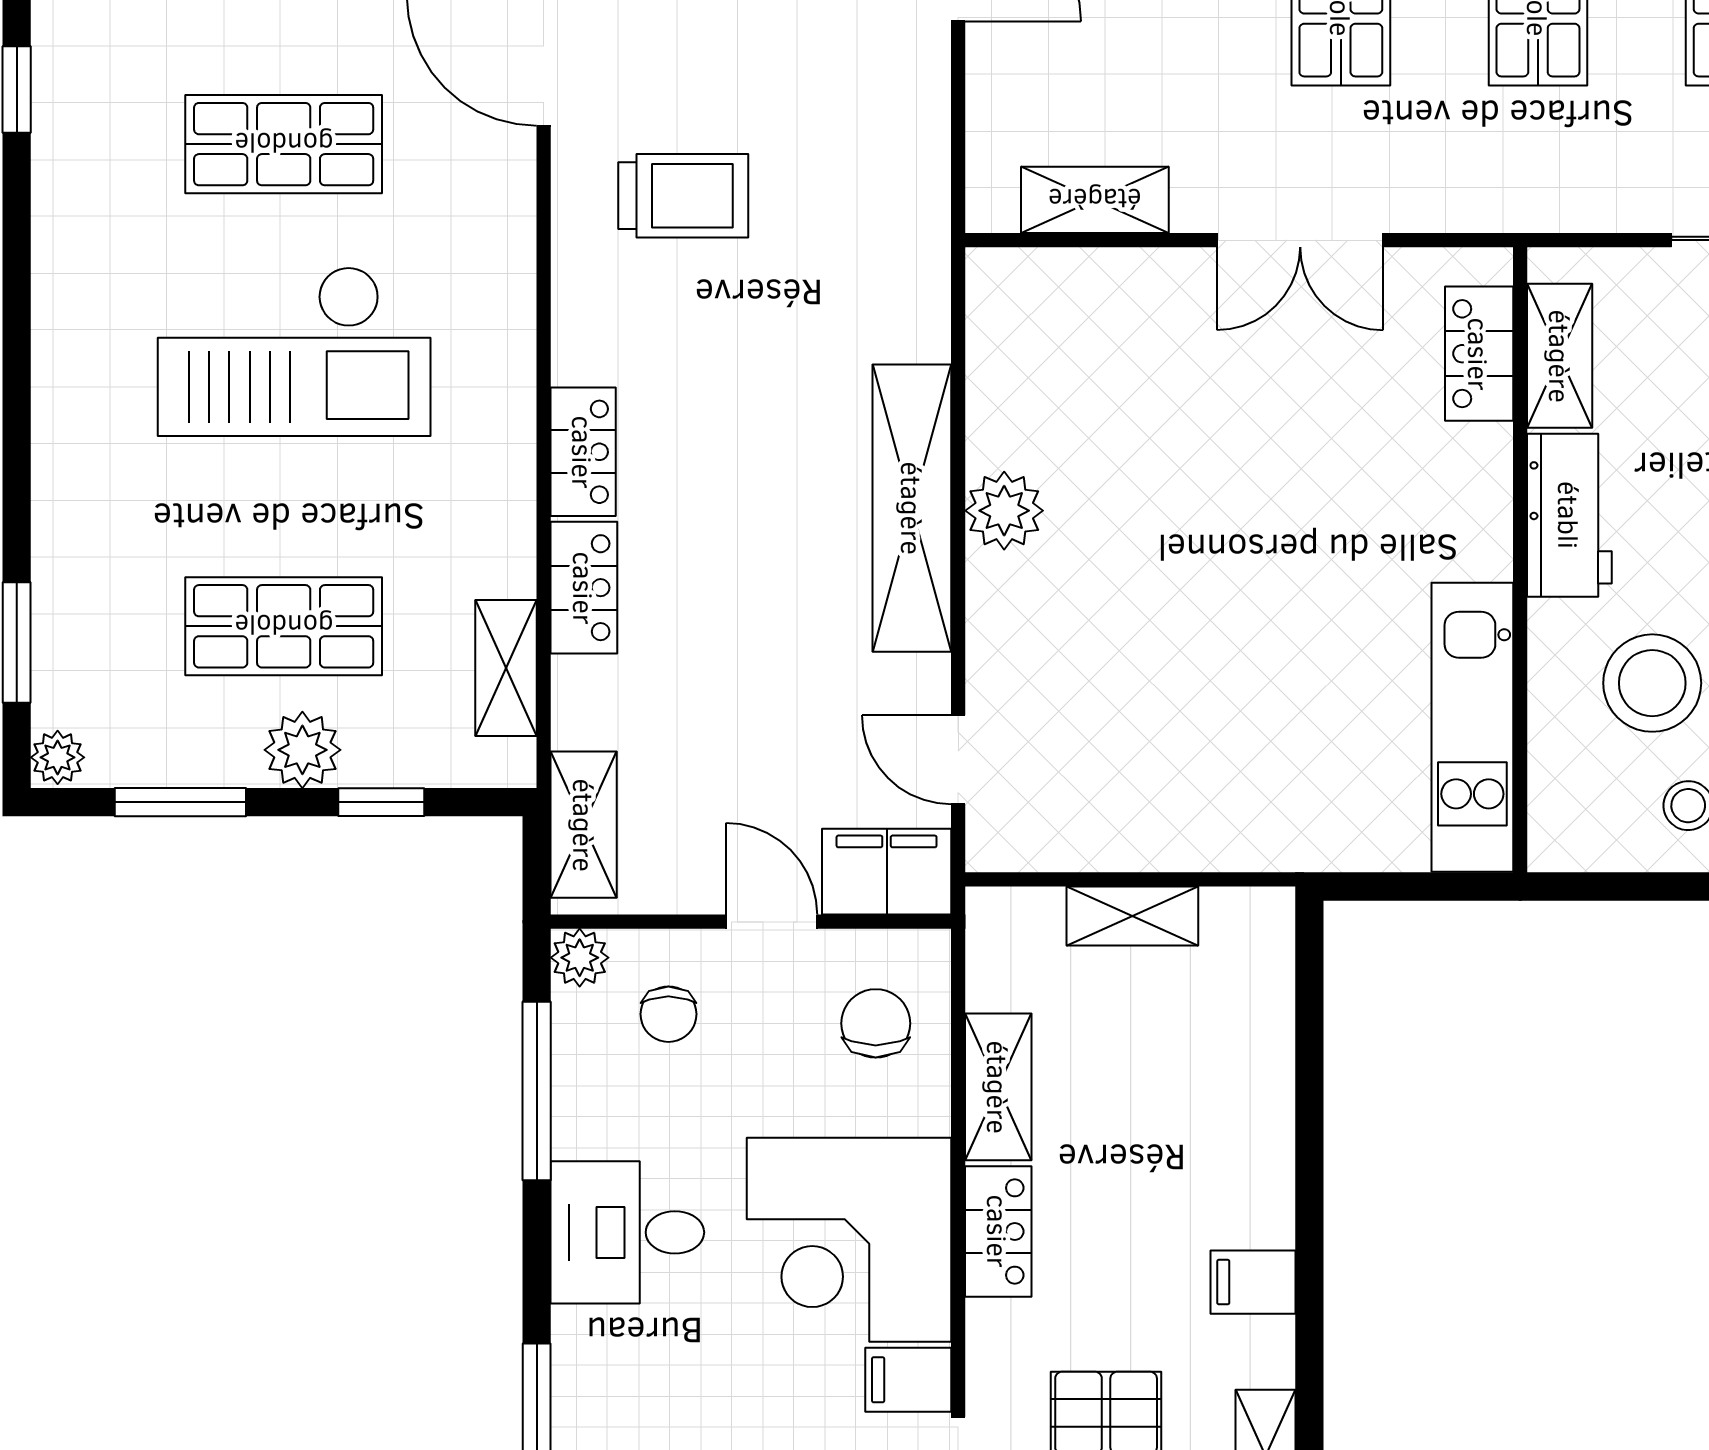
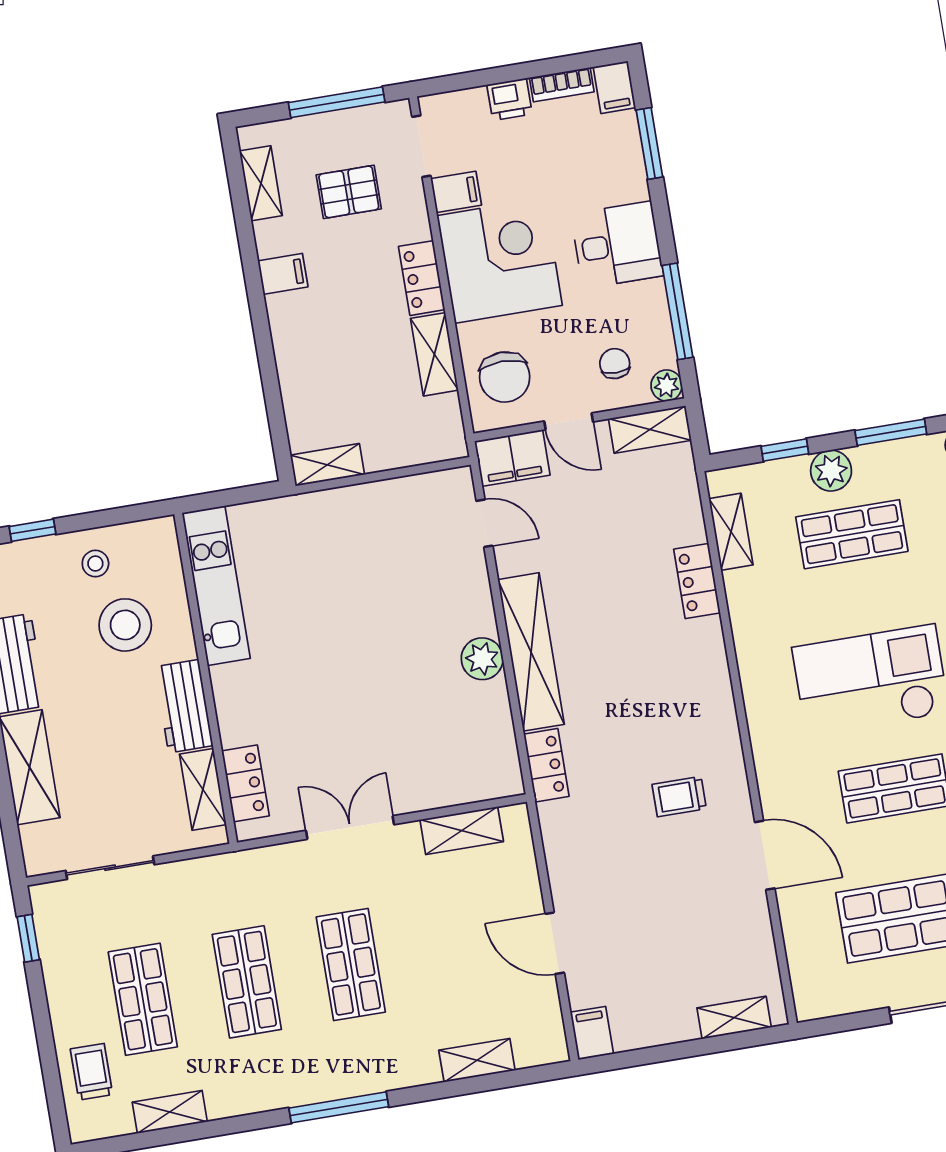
trolley: (683, 196) -> (679, 796), width x0.73, depth x0.72
locker: (583, 452) -> (546, 765), moved, turned 180
shelving: (584, 825) -> (650, 430), moved, turned 90
shelving: (1132, 916) -> (327, 465), moved
chair: (876, 1023) -> (505, 377), width x1.37, depth x1.37

